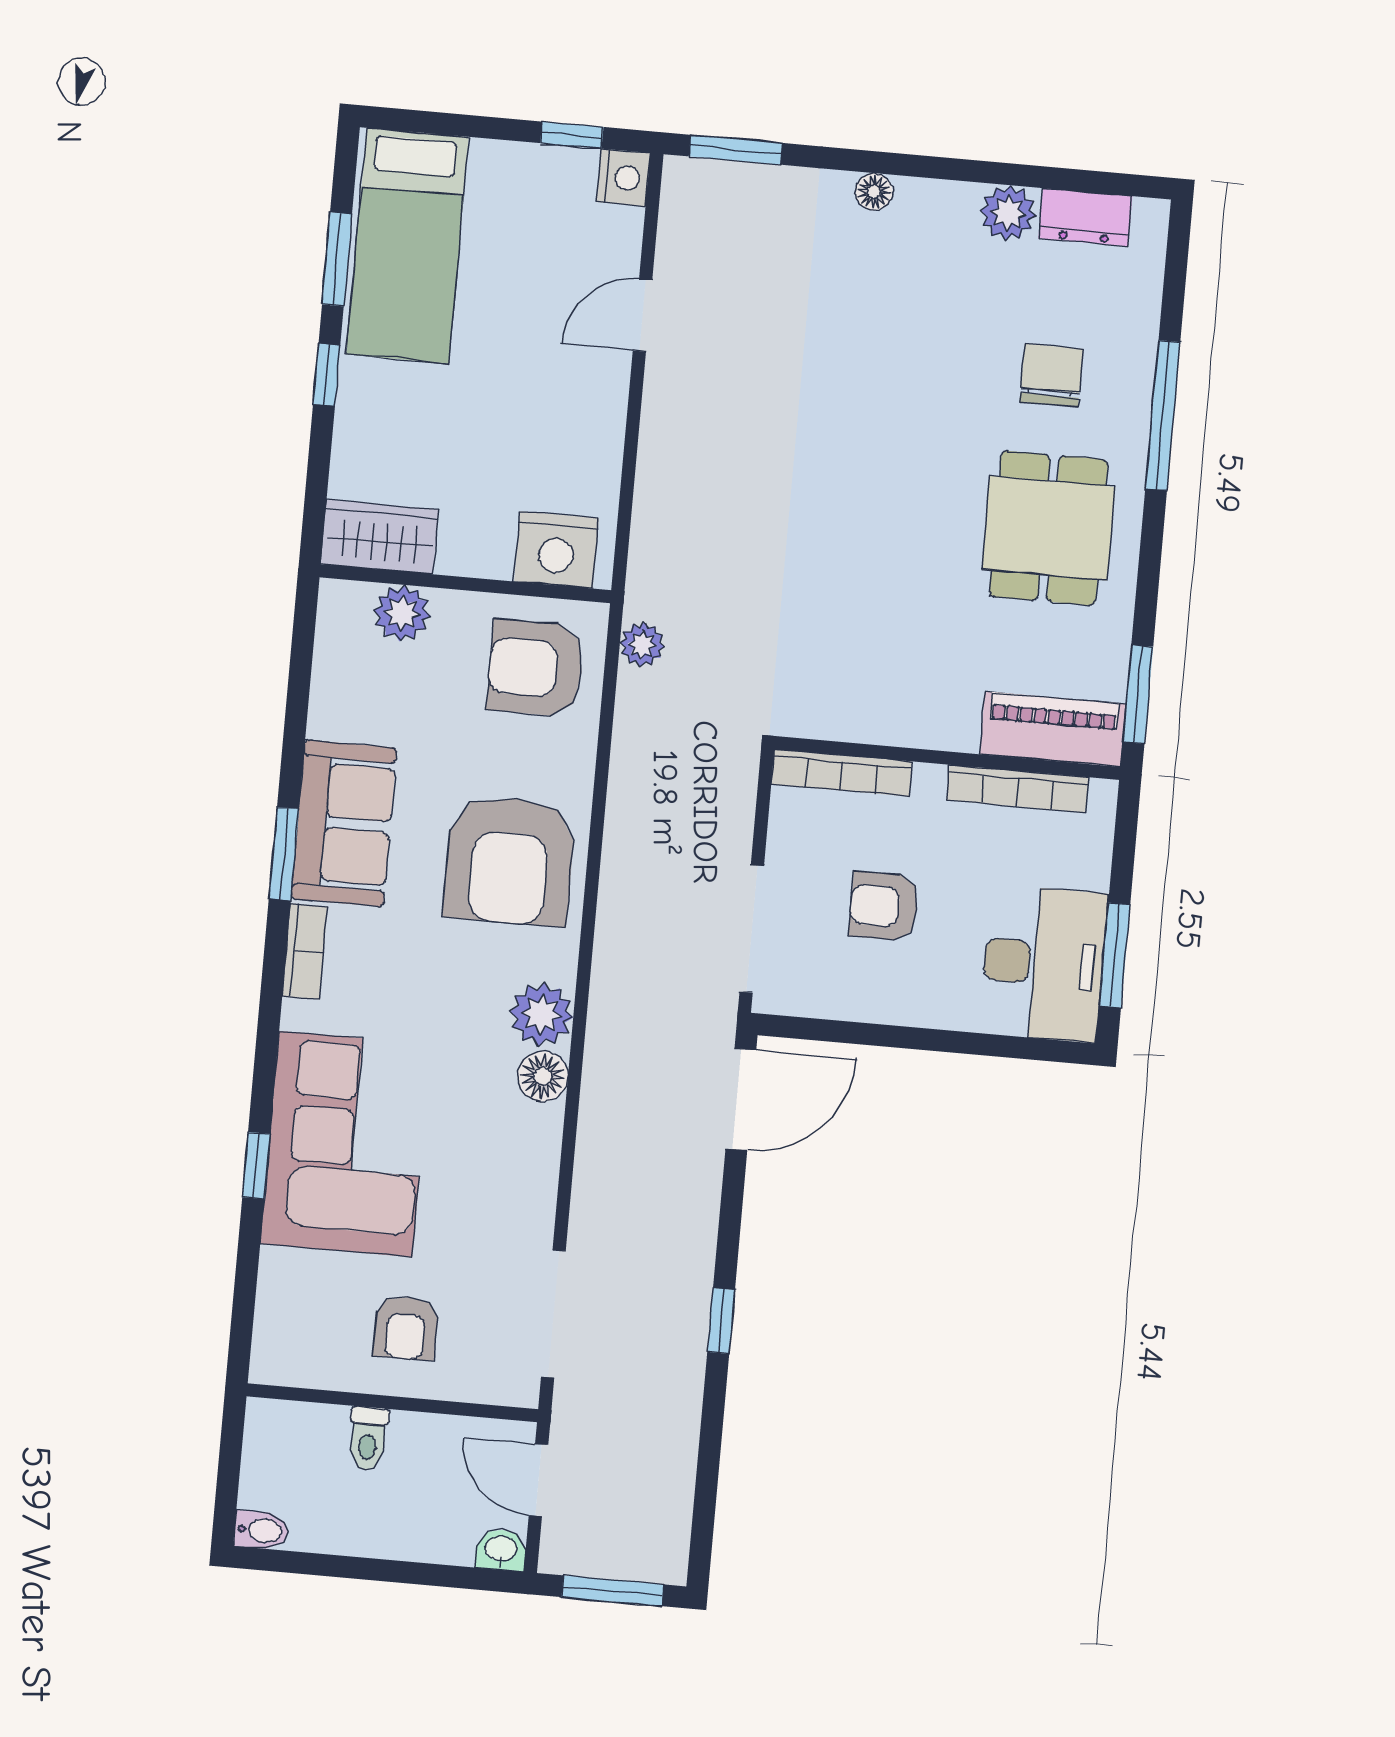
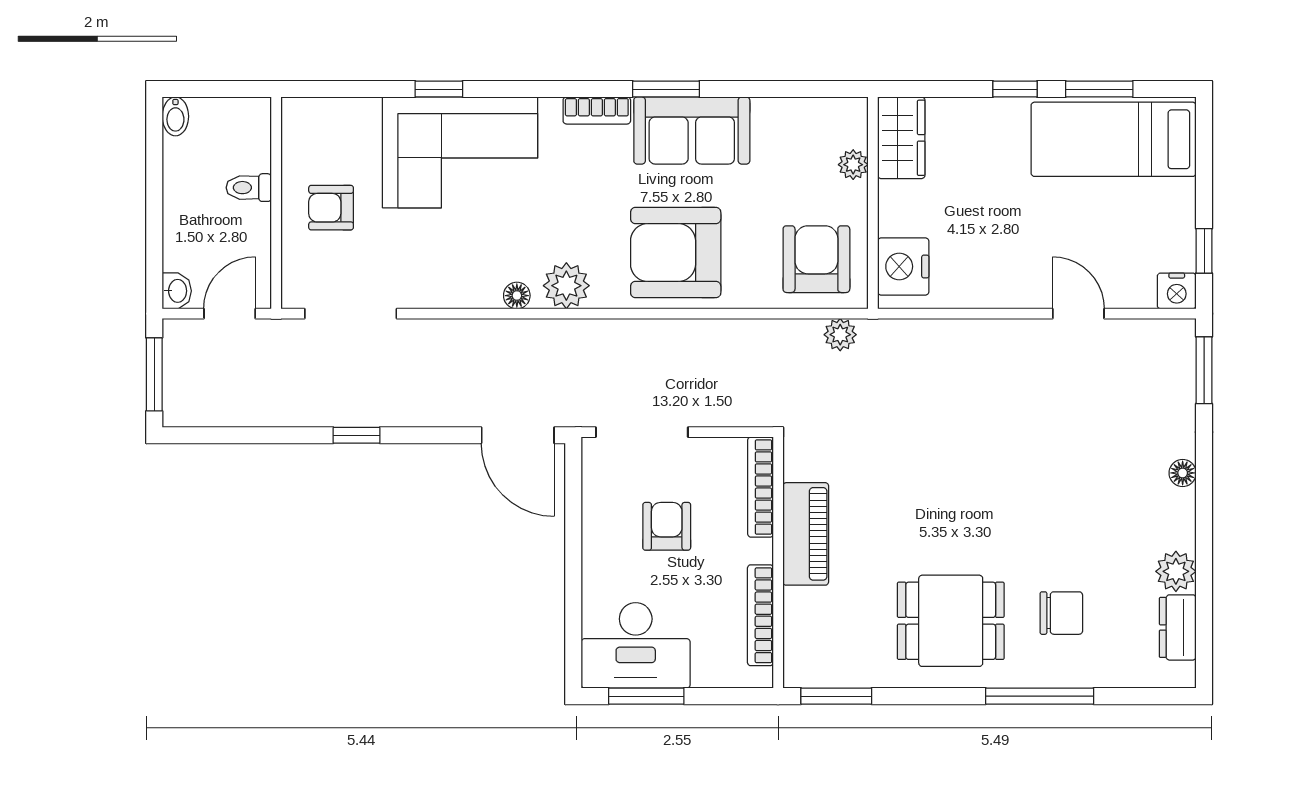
plant: (402, 613) -> (853, 165), width x0.73, depth x0.73
piano: (1053, 729) -> (806, 534), moved
floor lamp: (543, 1076) -> (517, 296), width x0.73, depth x0.73

